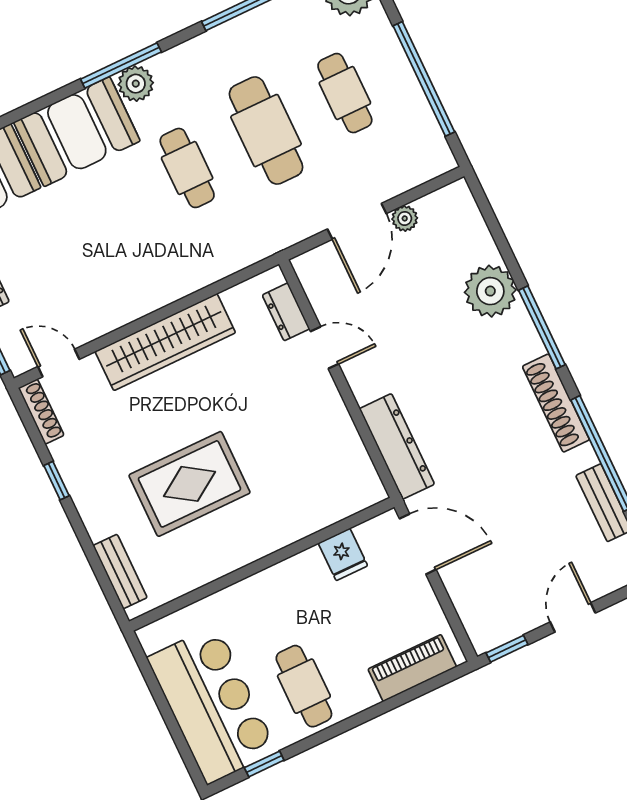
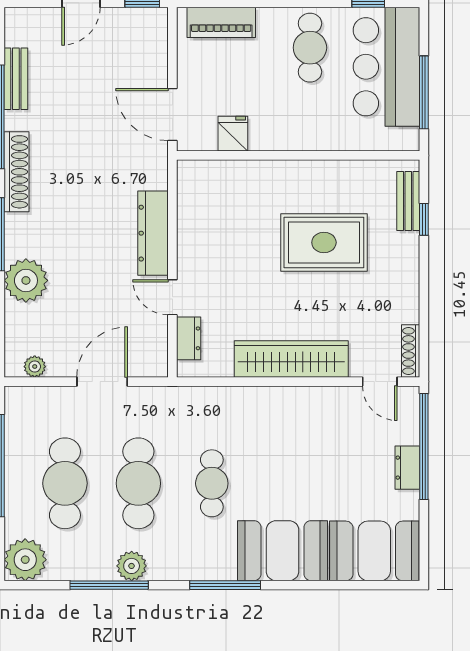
plant: (136, 84) -> (132, 566), moved
cafe table: (345, 93) -> (65, 483), width x1.37, depth x1.35
plant: (405, 218) -> (35, 367), moved
dresser: (397, 446) -> (153, 233), moved
window: (57, 481) -> (424, 219), moved
window: (159, 696) -> (424, 92), added

